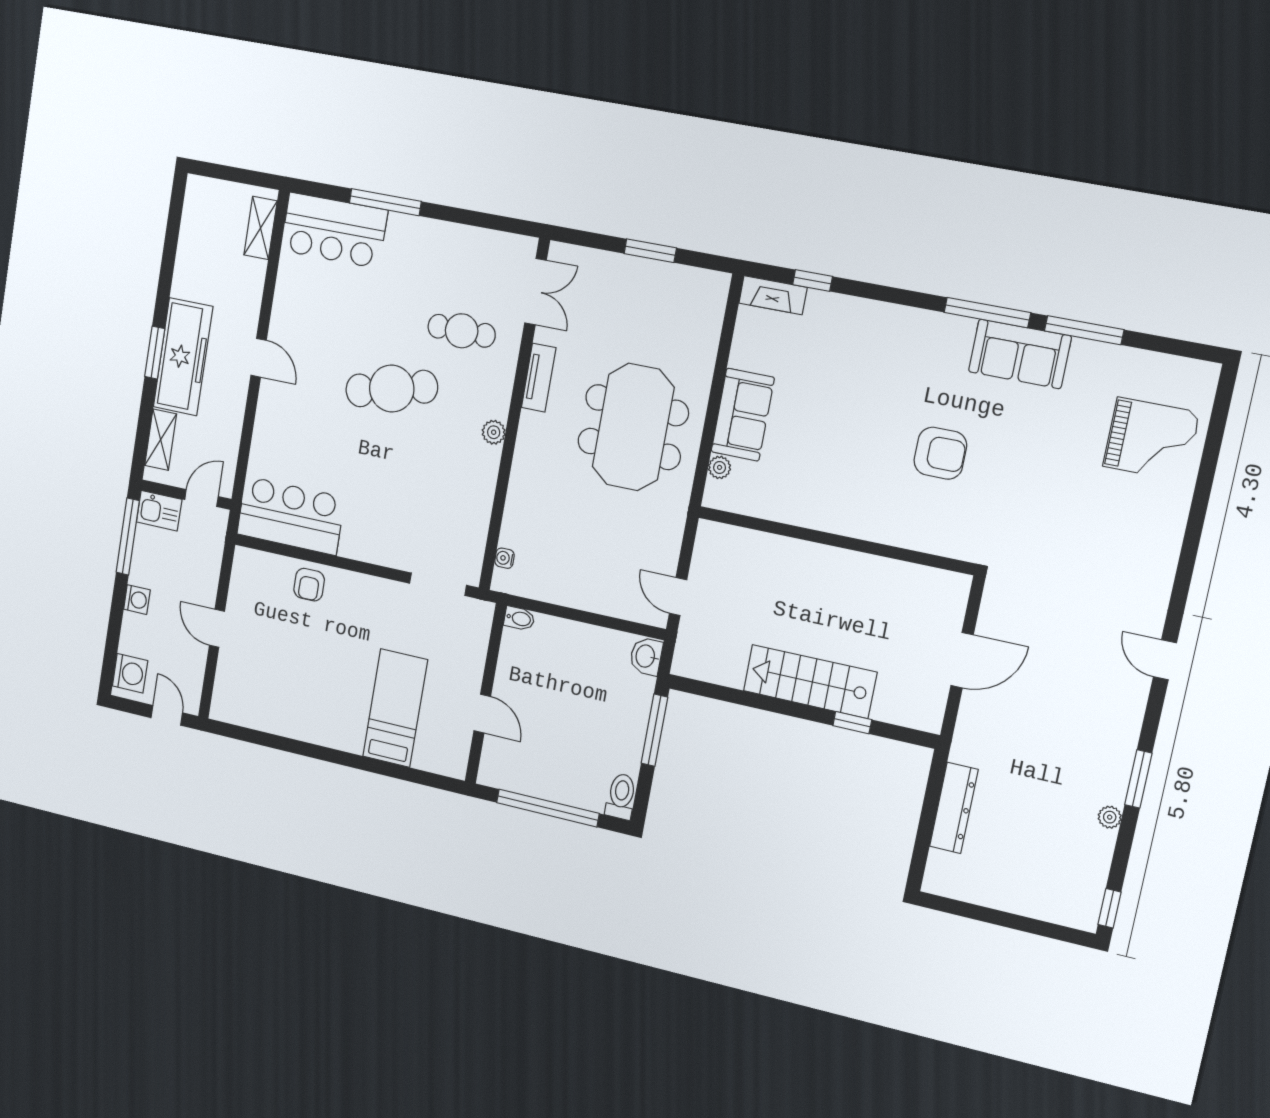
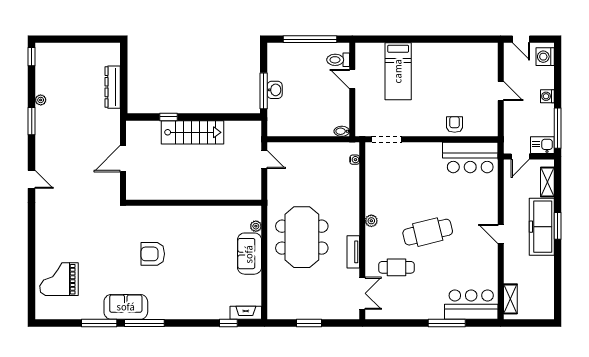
double door: (536, 292) -> (362, 293), swing flipped
washbasin: (646, 656) -> (275, 90), moved
toilet: (621, 796) -> (338, 60), moved, turned 90

